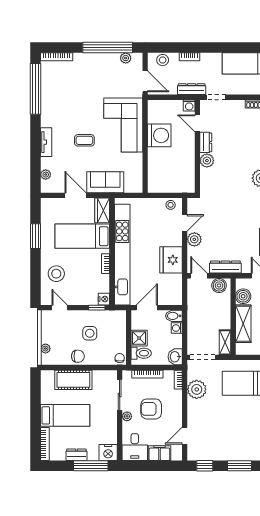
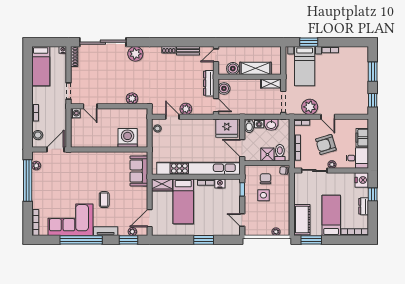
window: (36, 89) -> (81, 240), moved
dresser: (192, 89) -> (62, 111), removed
door: (197, 123) -> (90, 106), hinge flipped
corner sofa: (123, 125) -> (70, 220), moved, turned 180
washing machine: (159, 135) -> (128, 138), moved
dresser: (206, 142) -> (106, 99), removed
plant: (207, 161) -> (132, 98), moved
window: (36, 170) -> (128, 240), added
sofa: (105, 182) -> (139, 171), moved
door: (76, 195) -> (150, 218), moved
window: (36, 236) -> (204, 240), moved
fridge: (171, 260) -> (227, 128), moved
stool: (56, 274) -> (214, 223), removed
door: (199, 276) -> (216, 105), swing flipped
nightstand: (104, 299) -> (220, 183), moved
door: (60, 308) -> (242, 220), hinge flipped
chair: (78, 356) -> (266, 179), moved
washbasin: (175, 357) -> (271, 125), moved
cot: (73, 380) -> (302, 220), moved
window: (36, 391) -> (311, 240), added
armchair: (151, 409) -> (326, 145), turned 73
door: (185, 436) -> (328, 117), moved
window: (91, 466) -> (373, 194), width x0.46

